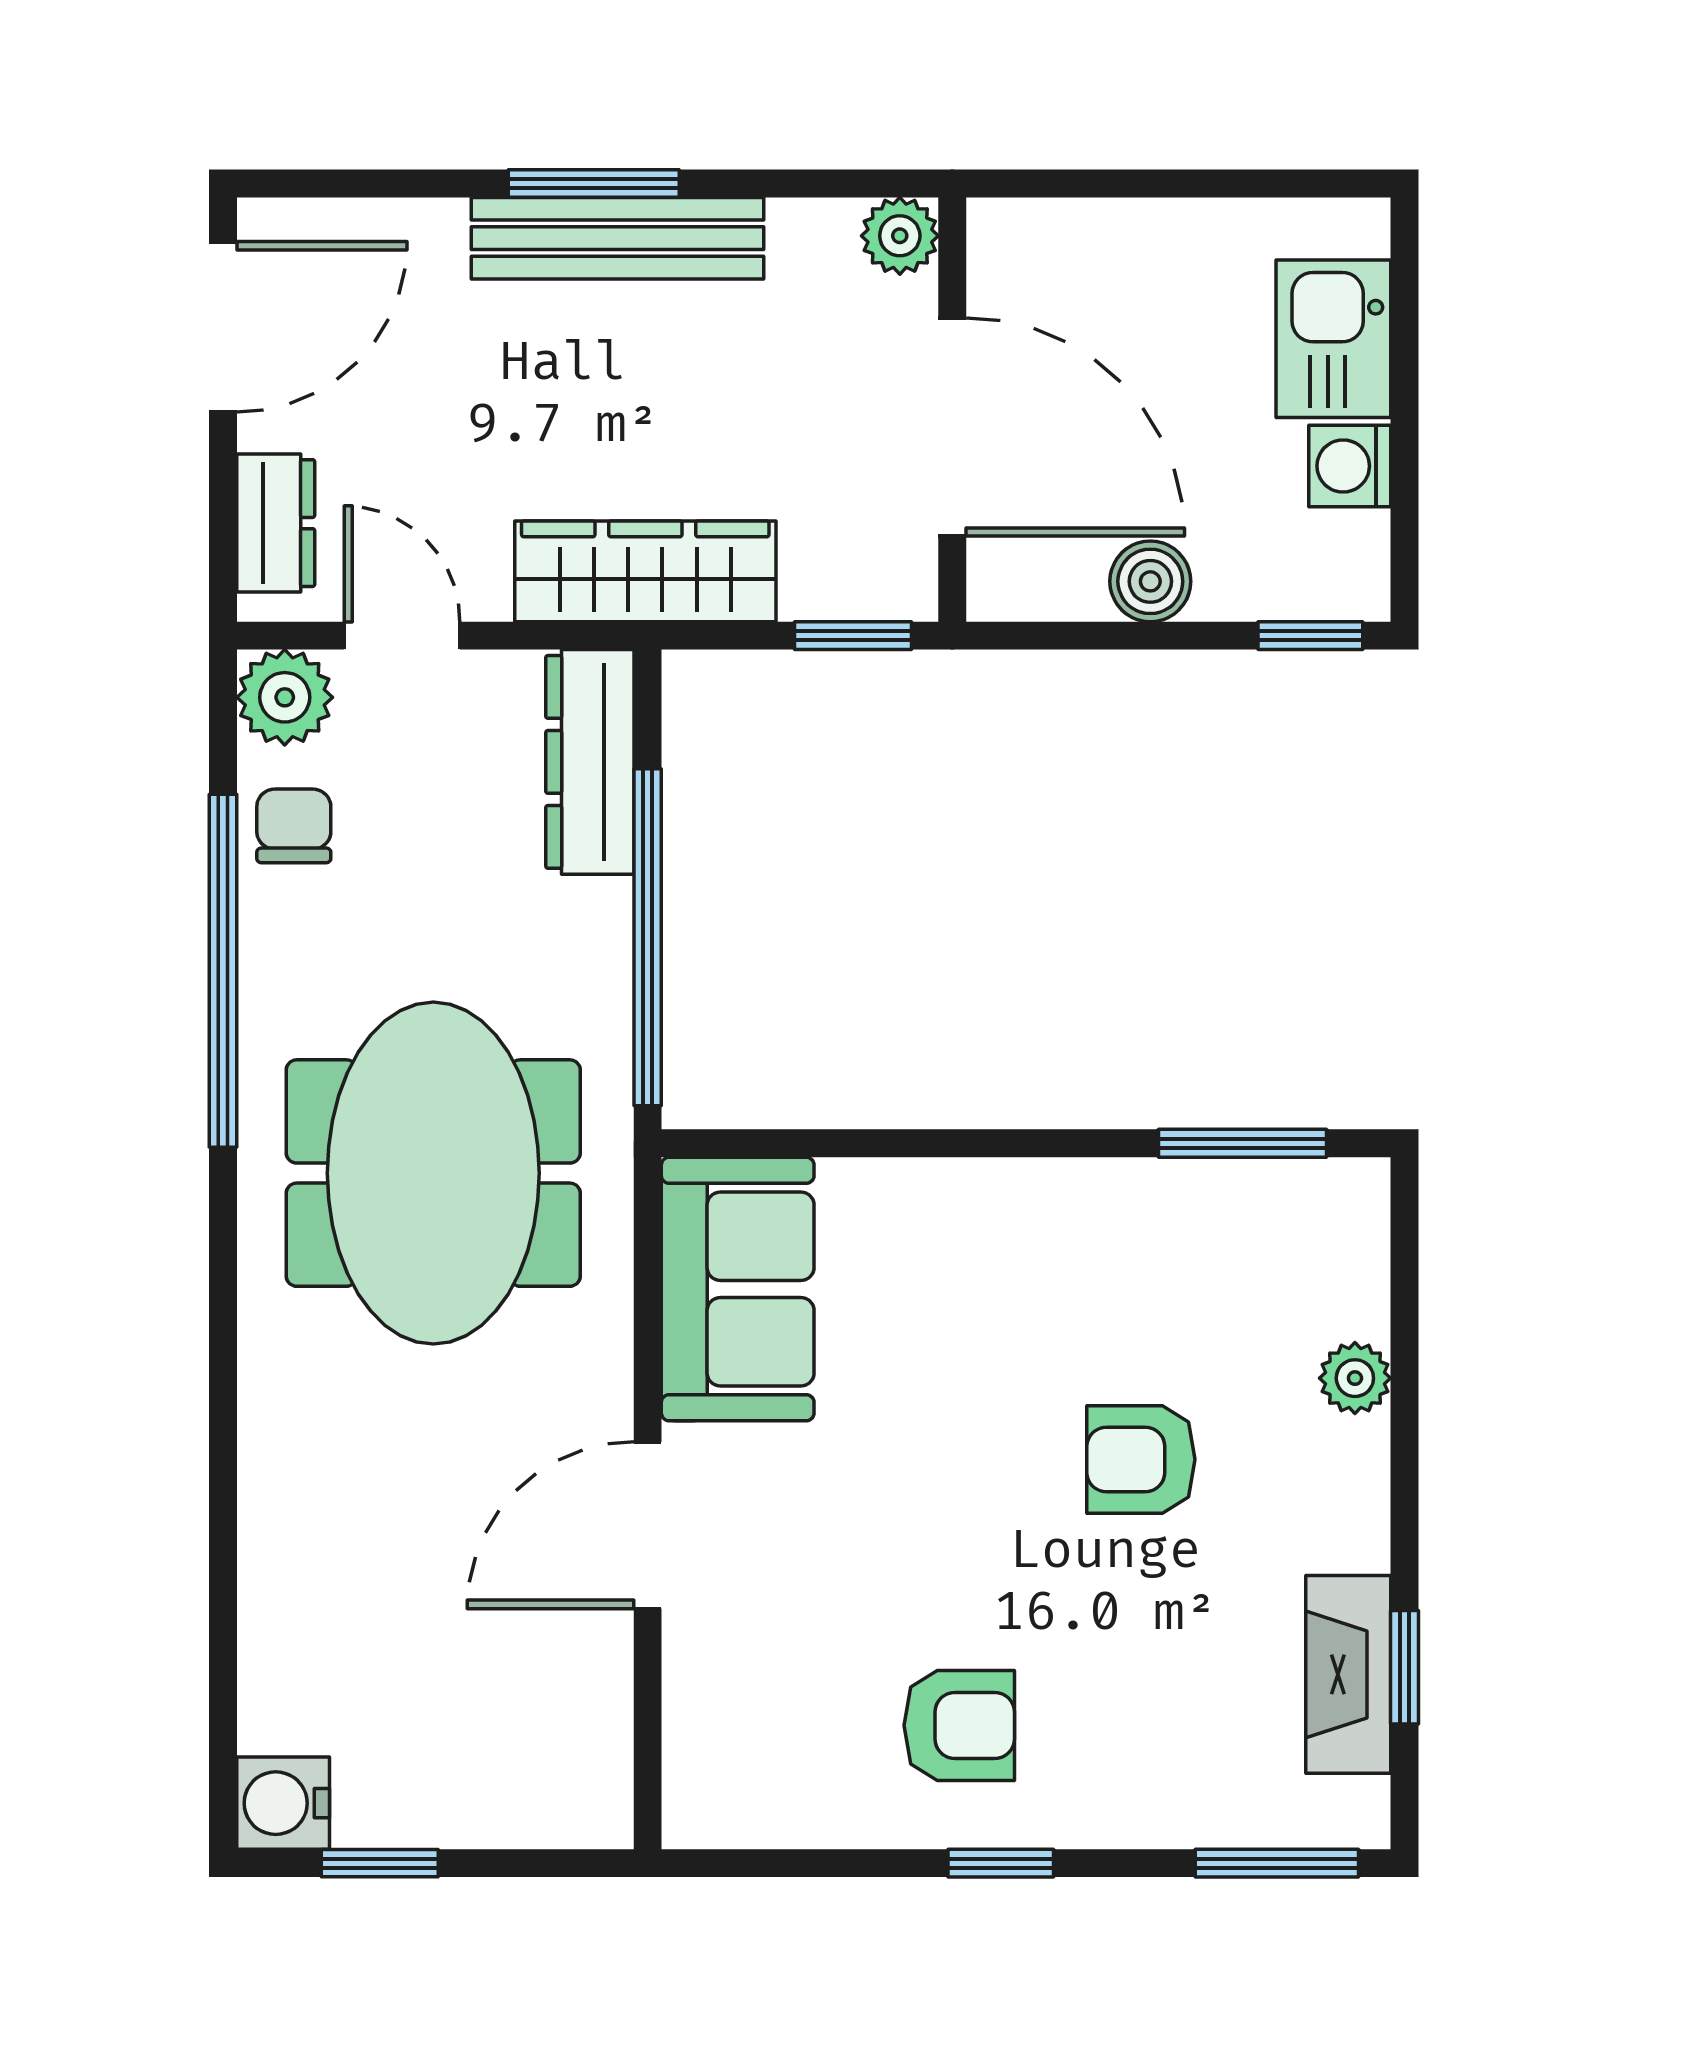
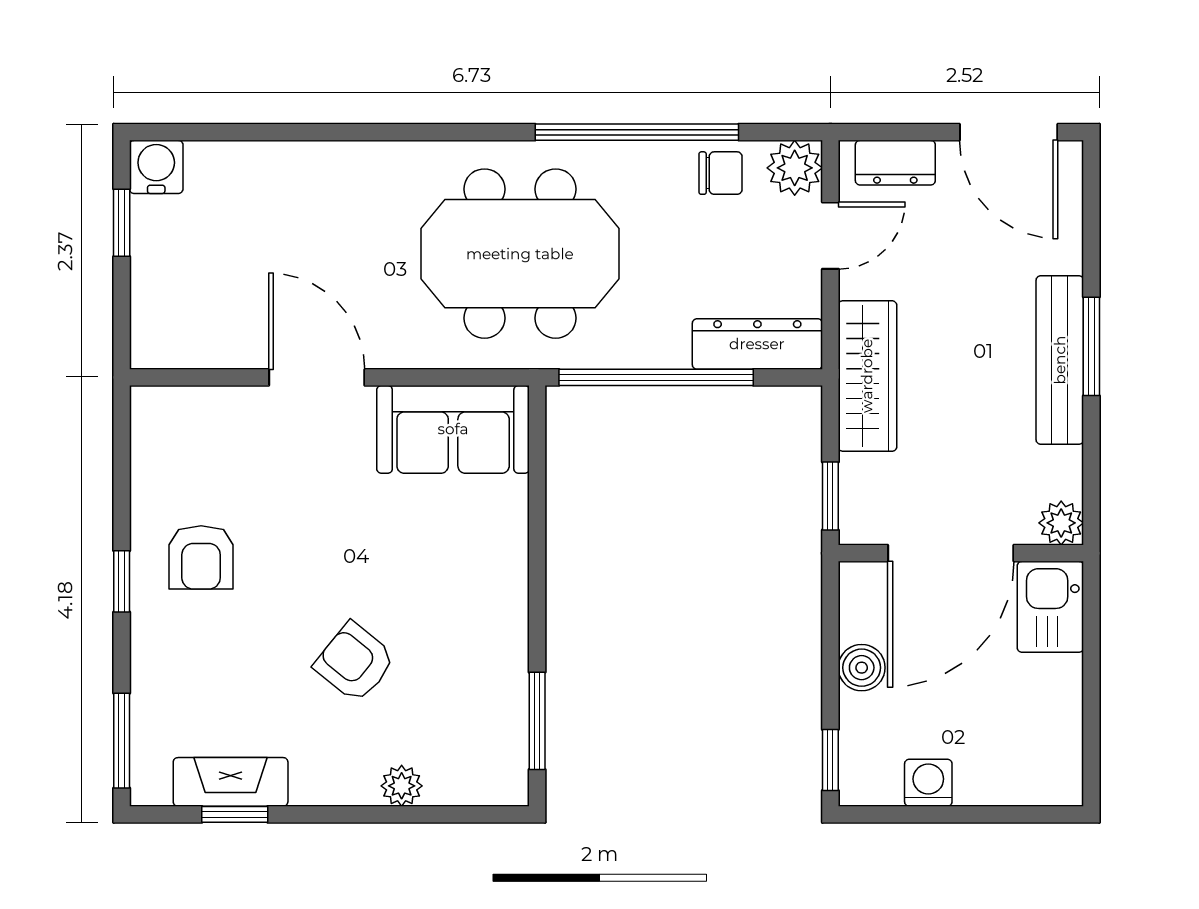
kitchen sink: (1333, 339) -> (1050, 607), moved, turned -90
armchair: (1141, 1459) -> (355, 662), turned -51

